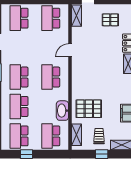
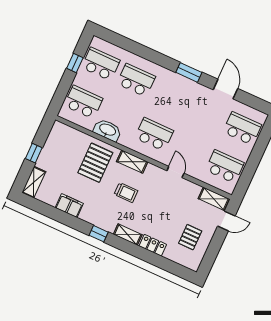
school desk: (19, 77) -> (171, 96), removed
shelving: (76, 135) -> (132, 162), moved
trolley: (99, 136) -> (126, 193), moved

